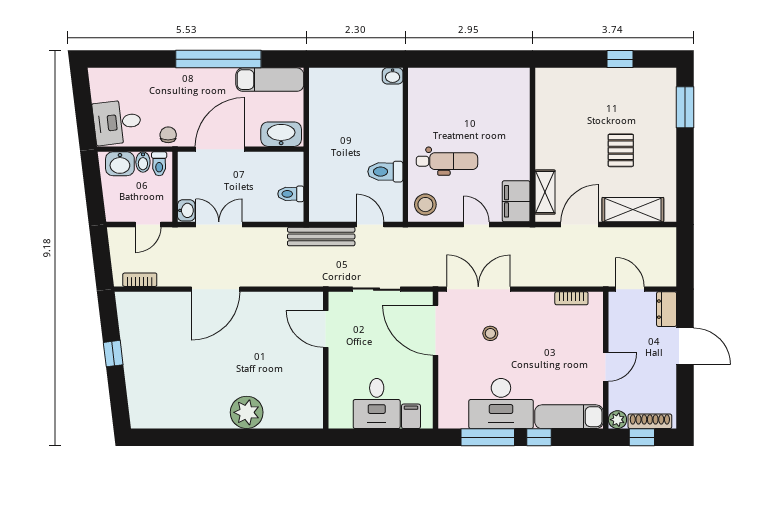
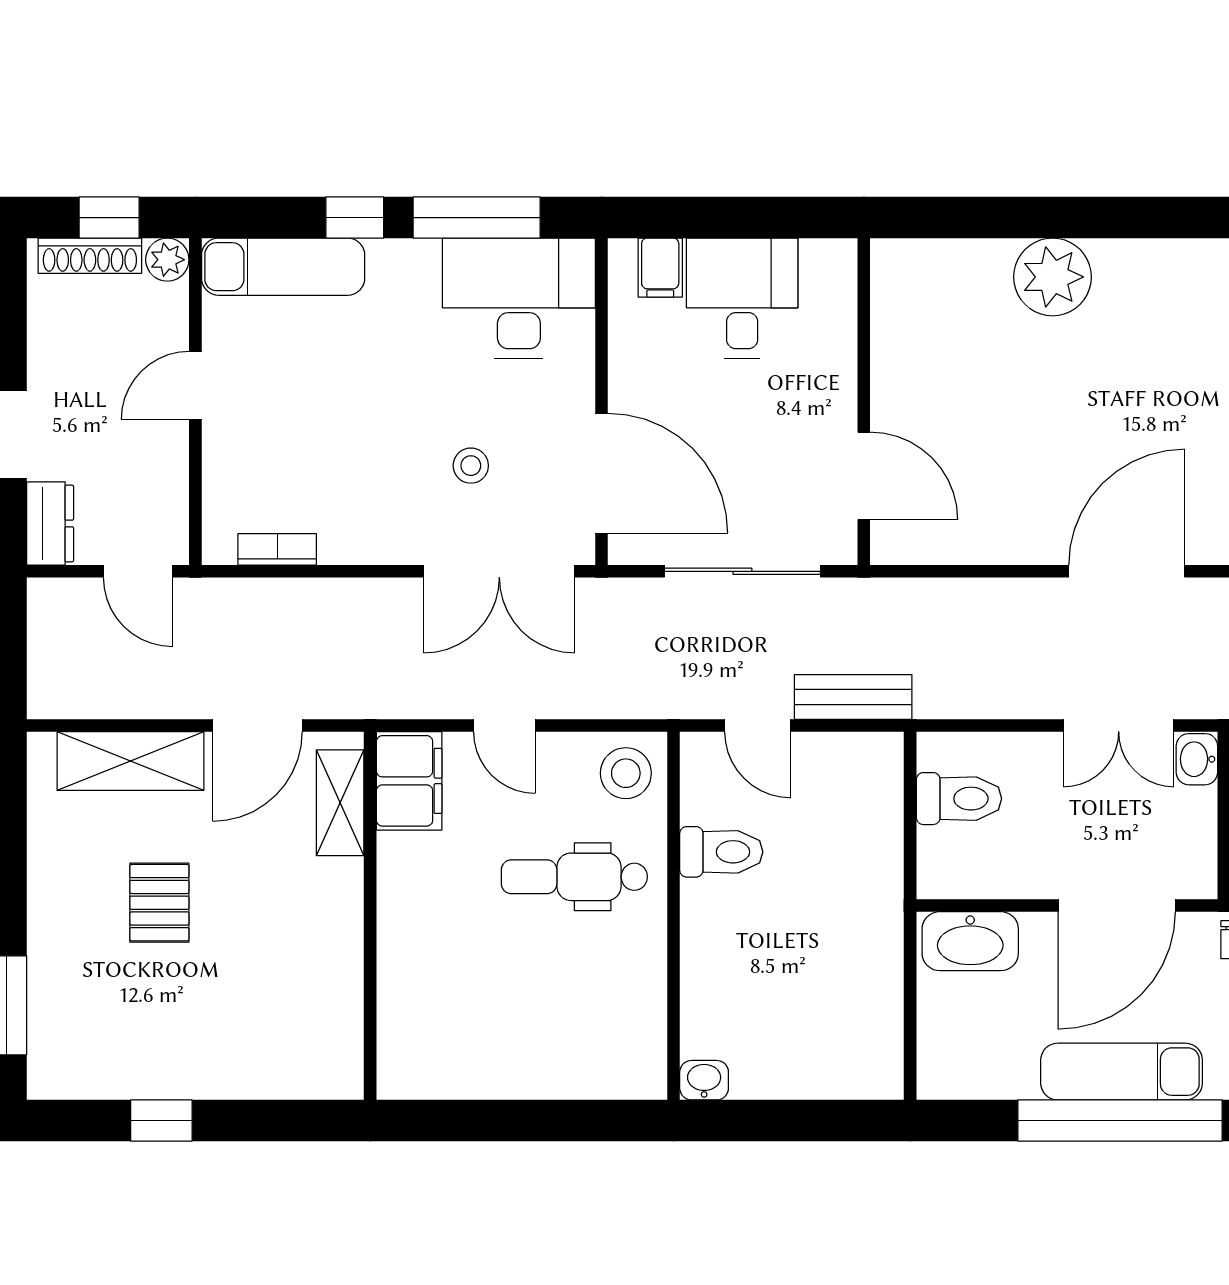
exam couch: (270, 80) -> (1122, 1072), moved
toilet: (291, 194) -> (959, 799), width x1.37, depth x1.39
bench: (321, 236) -> (853, 697), width x0.73
sliding door: (377, 289) -> (742, 571), width x1.37
desk: (501, 403) -> (519, 298), moved

